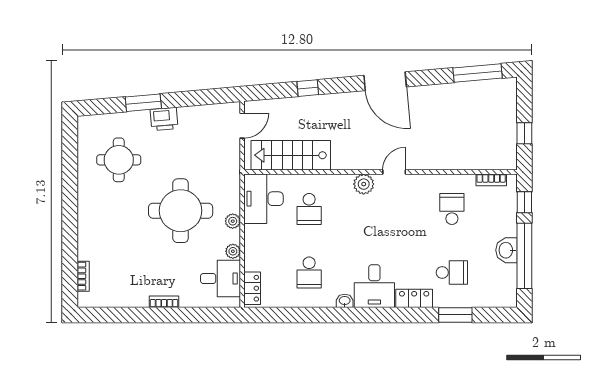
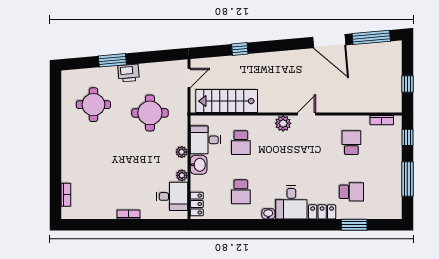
door: (385, 81) -> (329, 41), moved
desk: (263, 199) -> (205, 140), width x0.73
round table: (181, 211) -> (150, 113), moved, width x0.73, depth x0.73
washbasin: (506, 250) -> (199, 165), moved, turned 180
window: (524, 256) -> (407, 179), width x0.68

